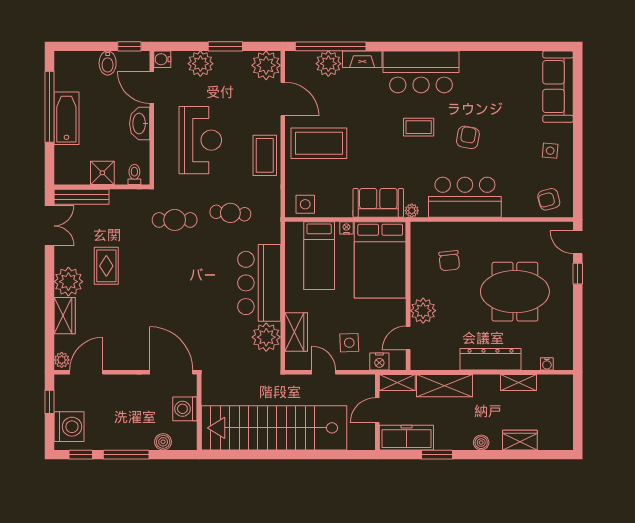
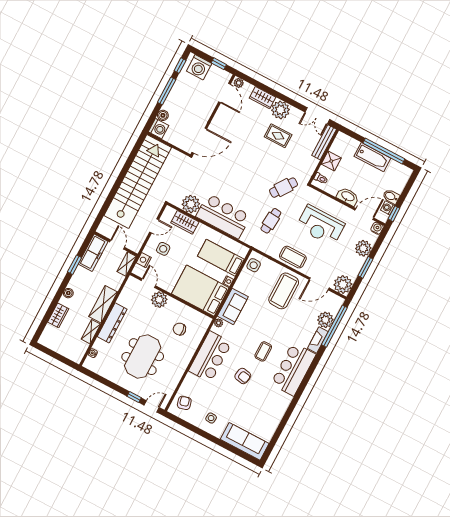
washing machine: (126, 59) -> (388, 208), added
cafe table: (175, 220) -> (284, 188), turned 35
shelving: (445, 386) -> (103, 304), moved
washing machine: (185, 409) -> (159, 129), moved, turned 90

